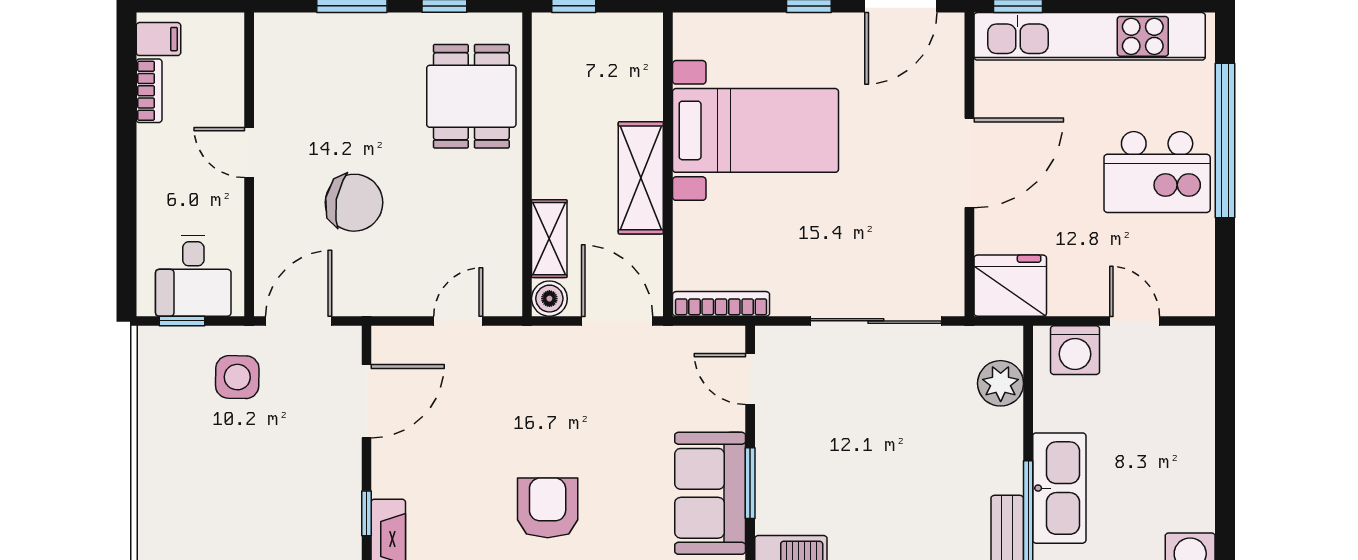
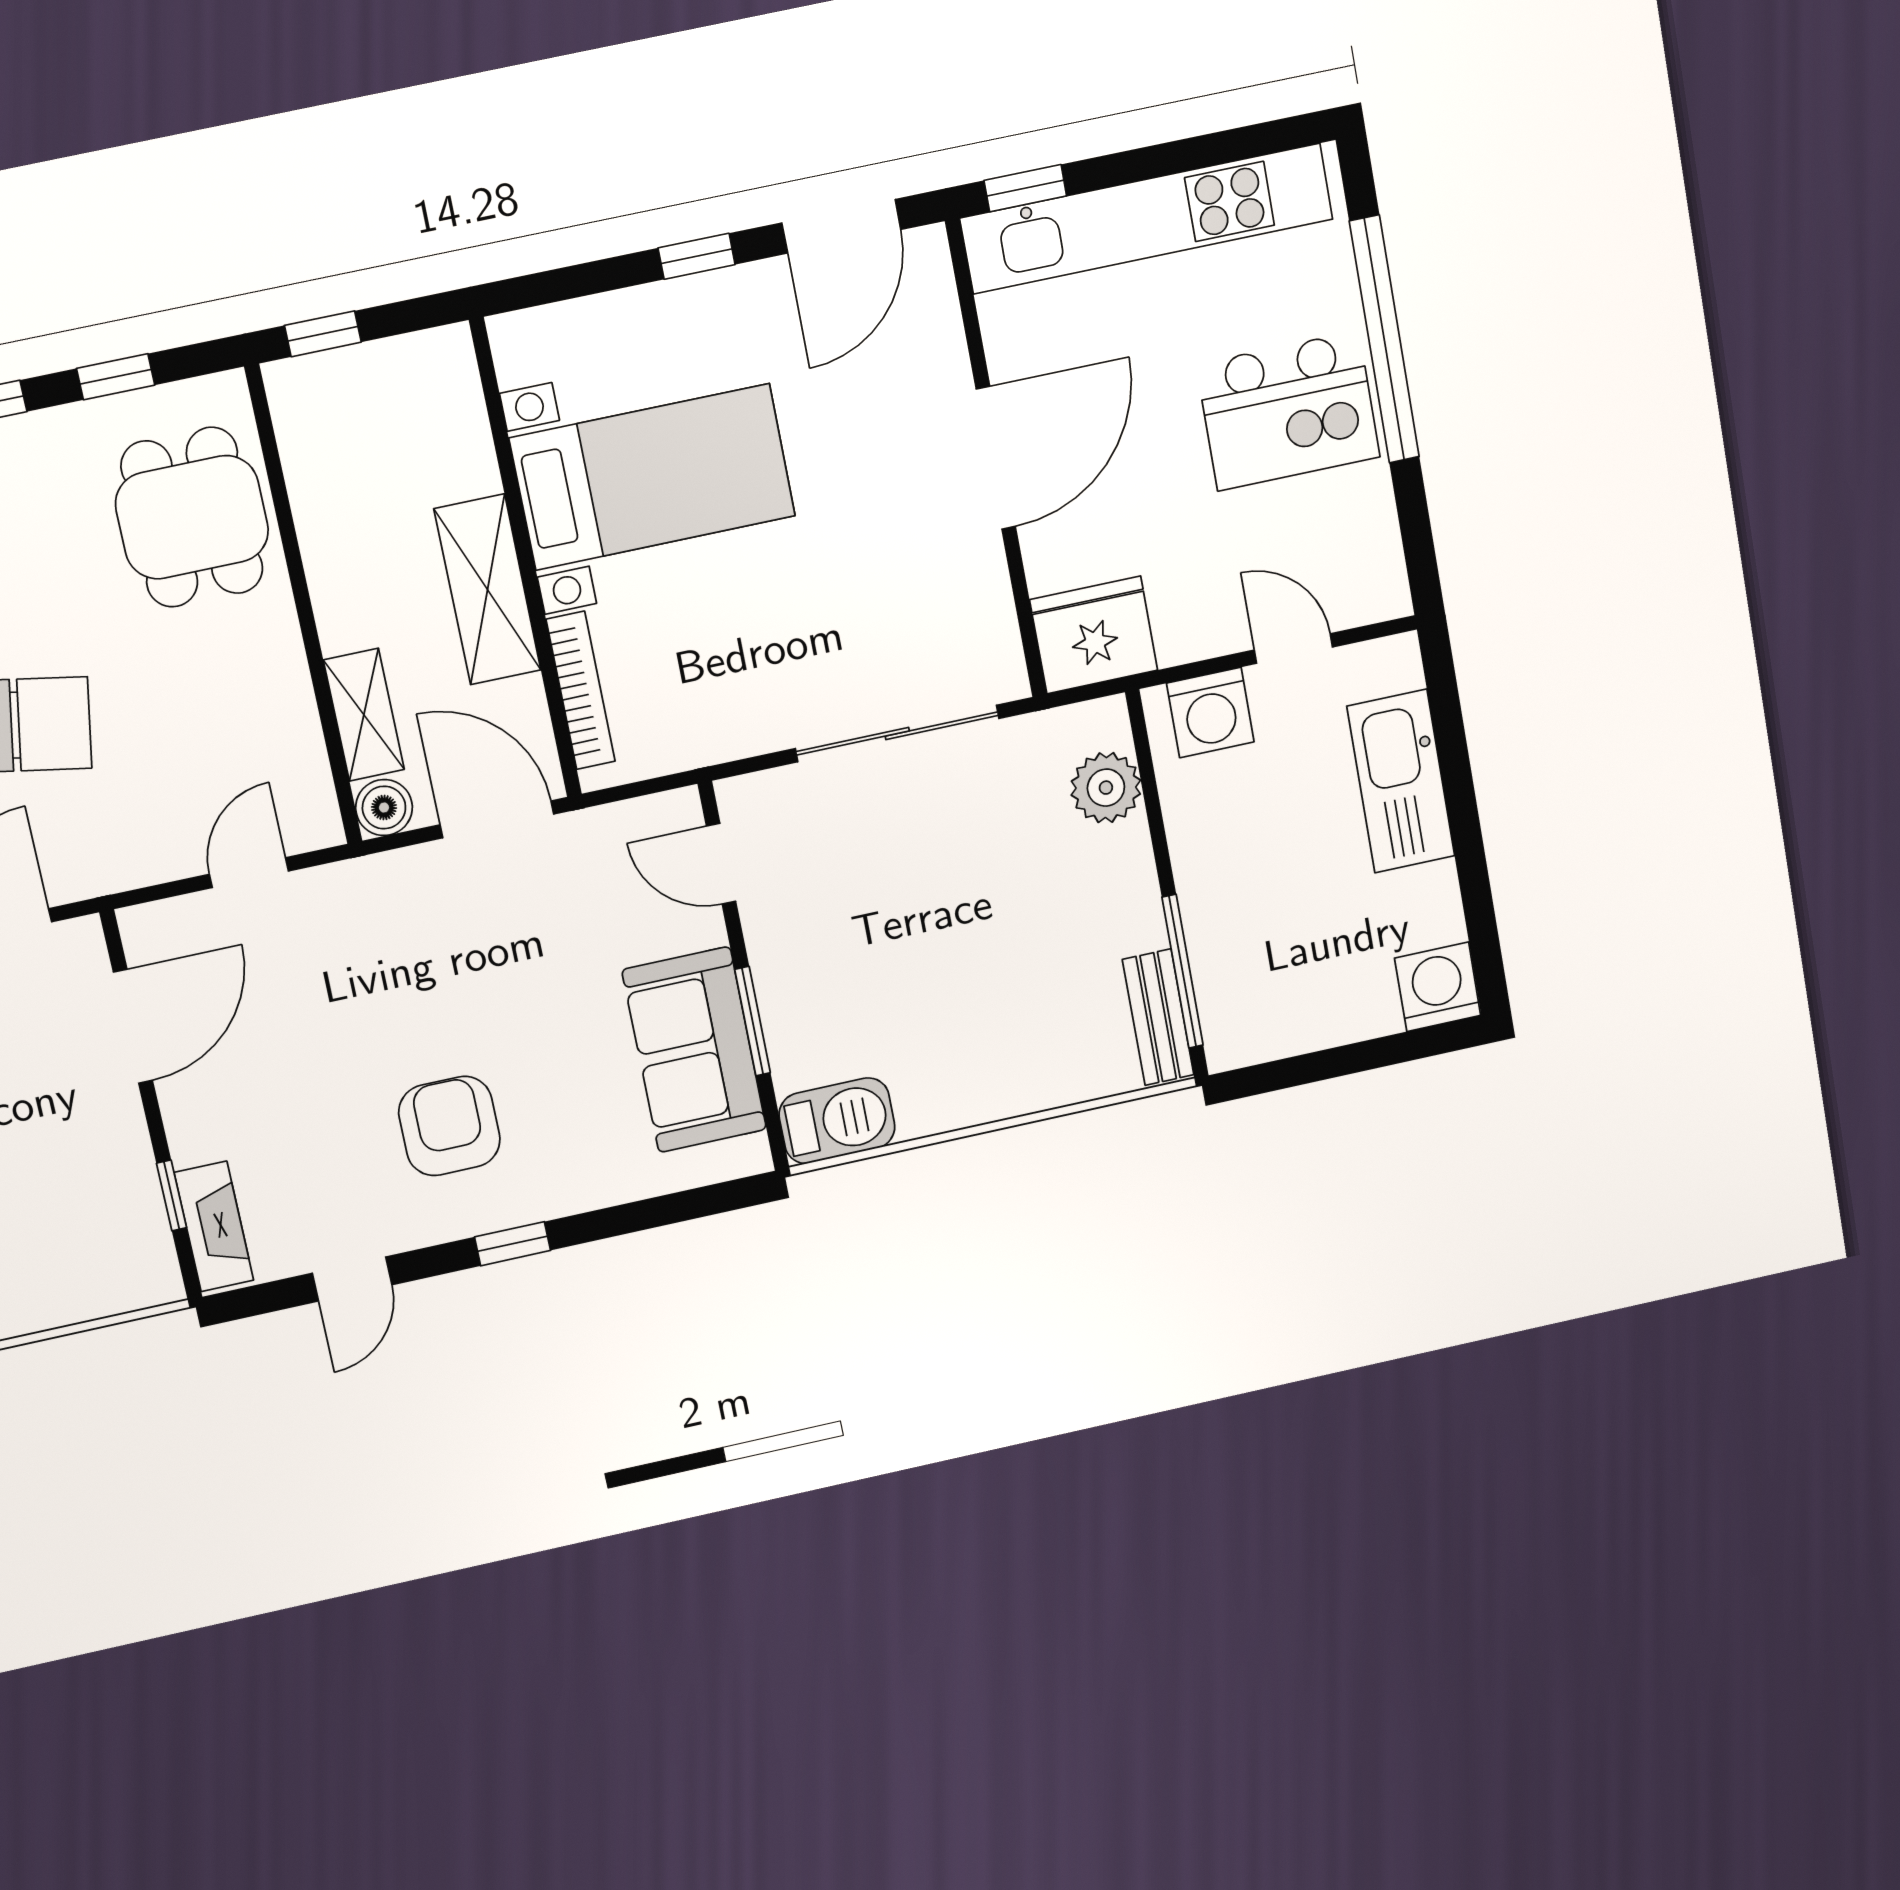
bookcase: (721, 304) -> (581, 690), moved, turned 90
kitchen sink: (1059, 488) -> (1401, 781), moved, turned 180

